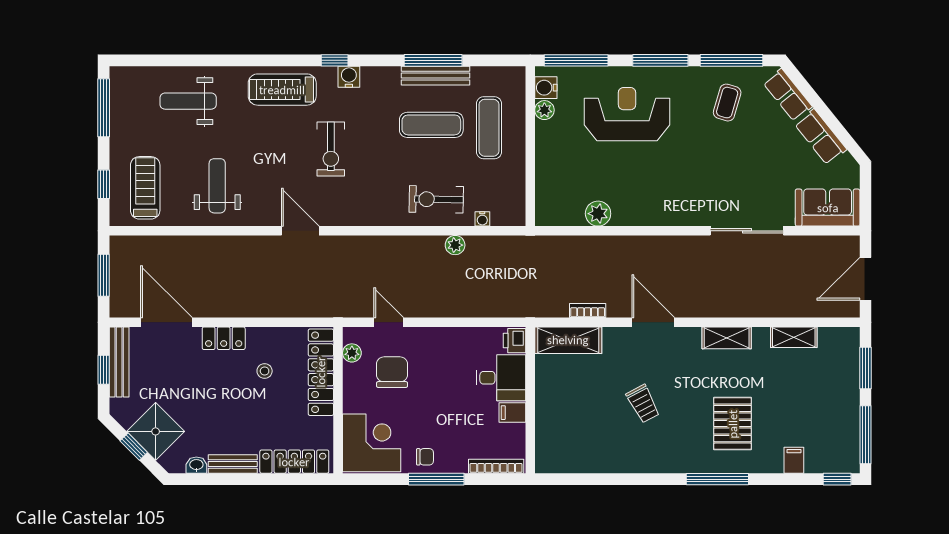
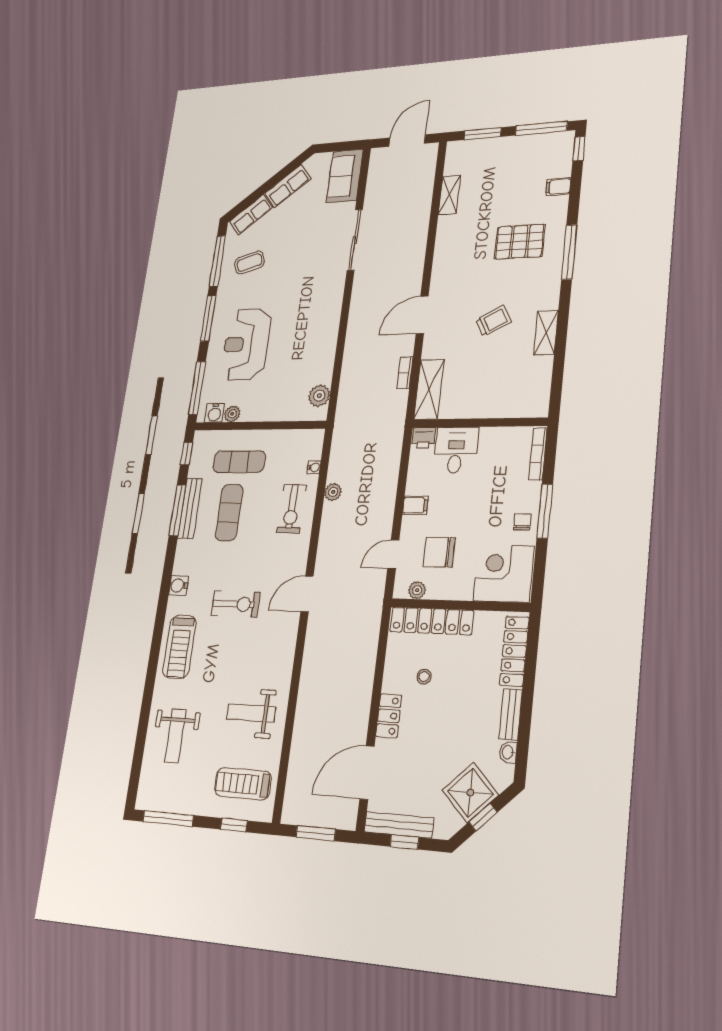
window: (335, 60) -> (187, 454), moved
coffee table: (727, 103) -> (250, 262), turned -32
plant: (598, 214) -> (319, 396), moved
door: (300, 231) -> (307, 594), moved
door: (866, 279) -> (407, 141), swing flipped
shelving: (727, 338) -> (546, 333), moved
filing cabinet: (512, 413) -> (415, 505), moved, turned -90

